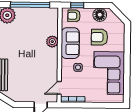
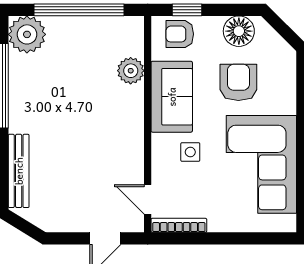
armchair: (99, 37) -> (238, 82), turned 90
plant: (52, 42) -> (131, 71), moved
door: (59, 88) -> (148, 199), hinge flipped

